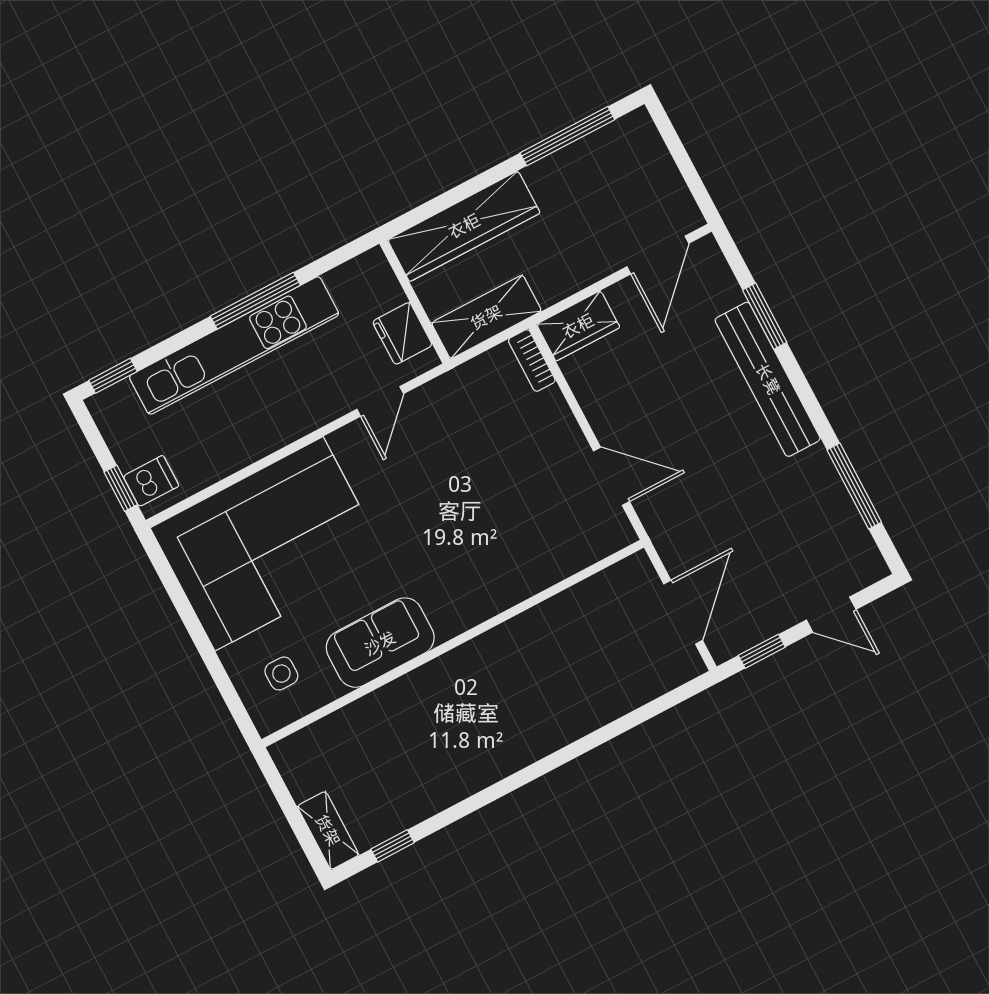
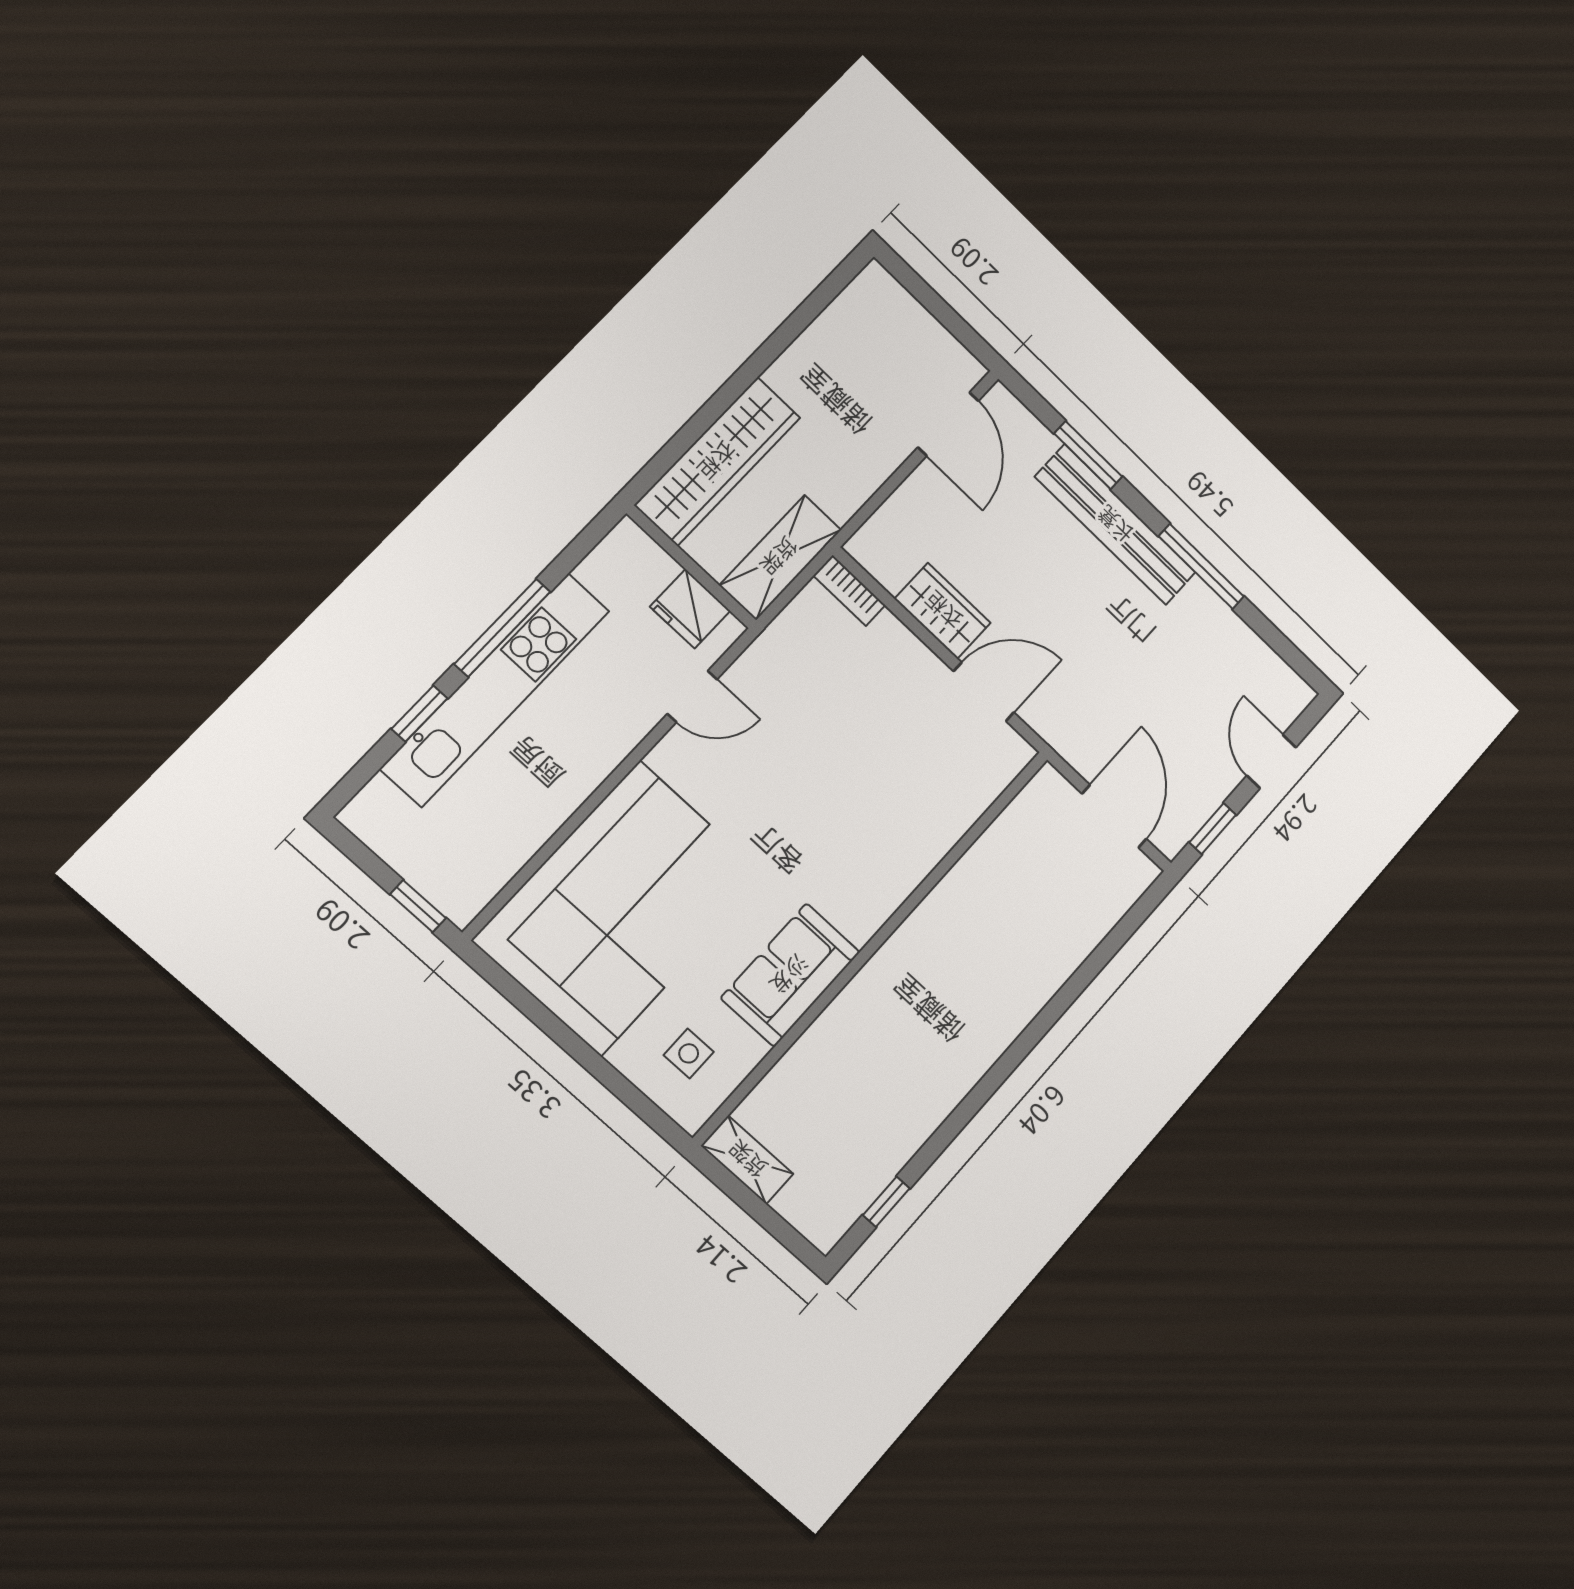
window: (567, 136) -> (800, 320), removed
wardrobe: (578, 326) -> (943, 611), moved, turned -90
window: (113, 376) -> (419, 714), moved
door: (380, 401) -> (692, 696), hinge flipped
dishwasher: (151, 481) -> (452, 884), removed
window: (854, 486) -> (1201, 566), moved
door: (831, 615) -> (1271, 761), swing flipped
shelving: (328, 830) -> (747, 1160), moved

